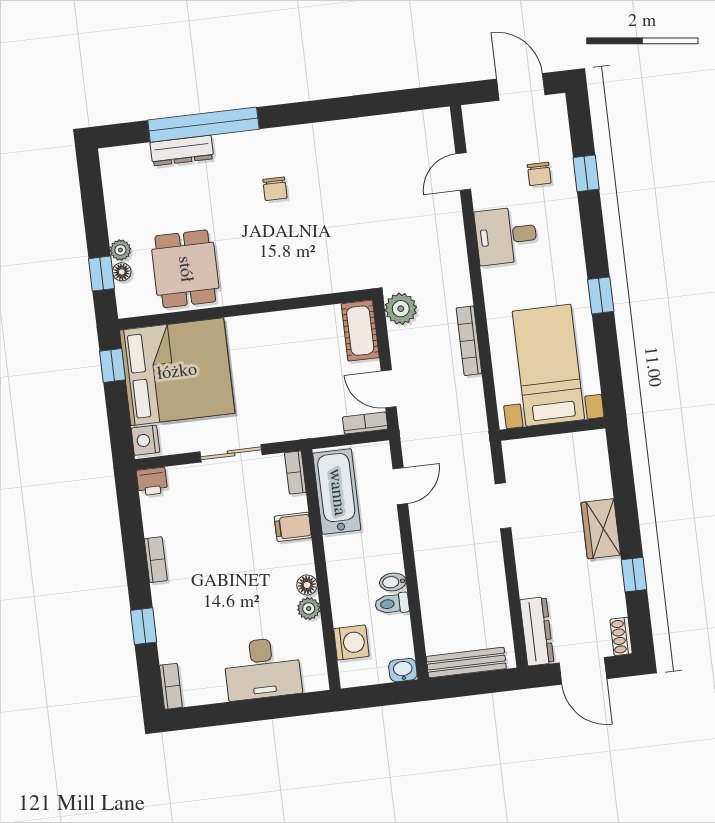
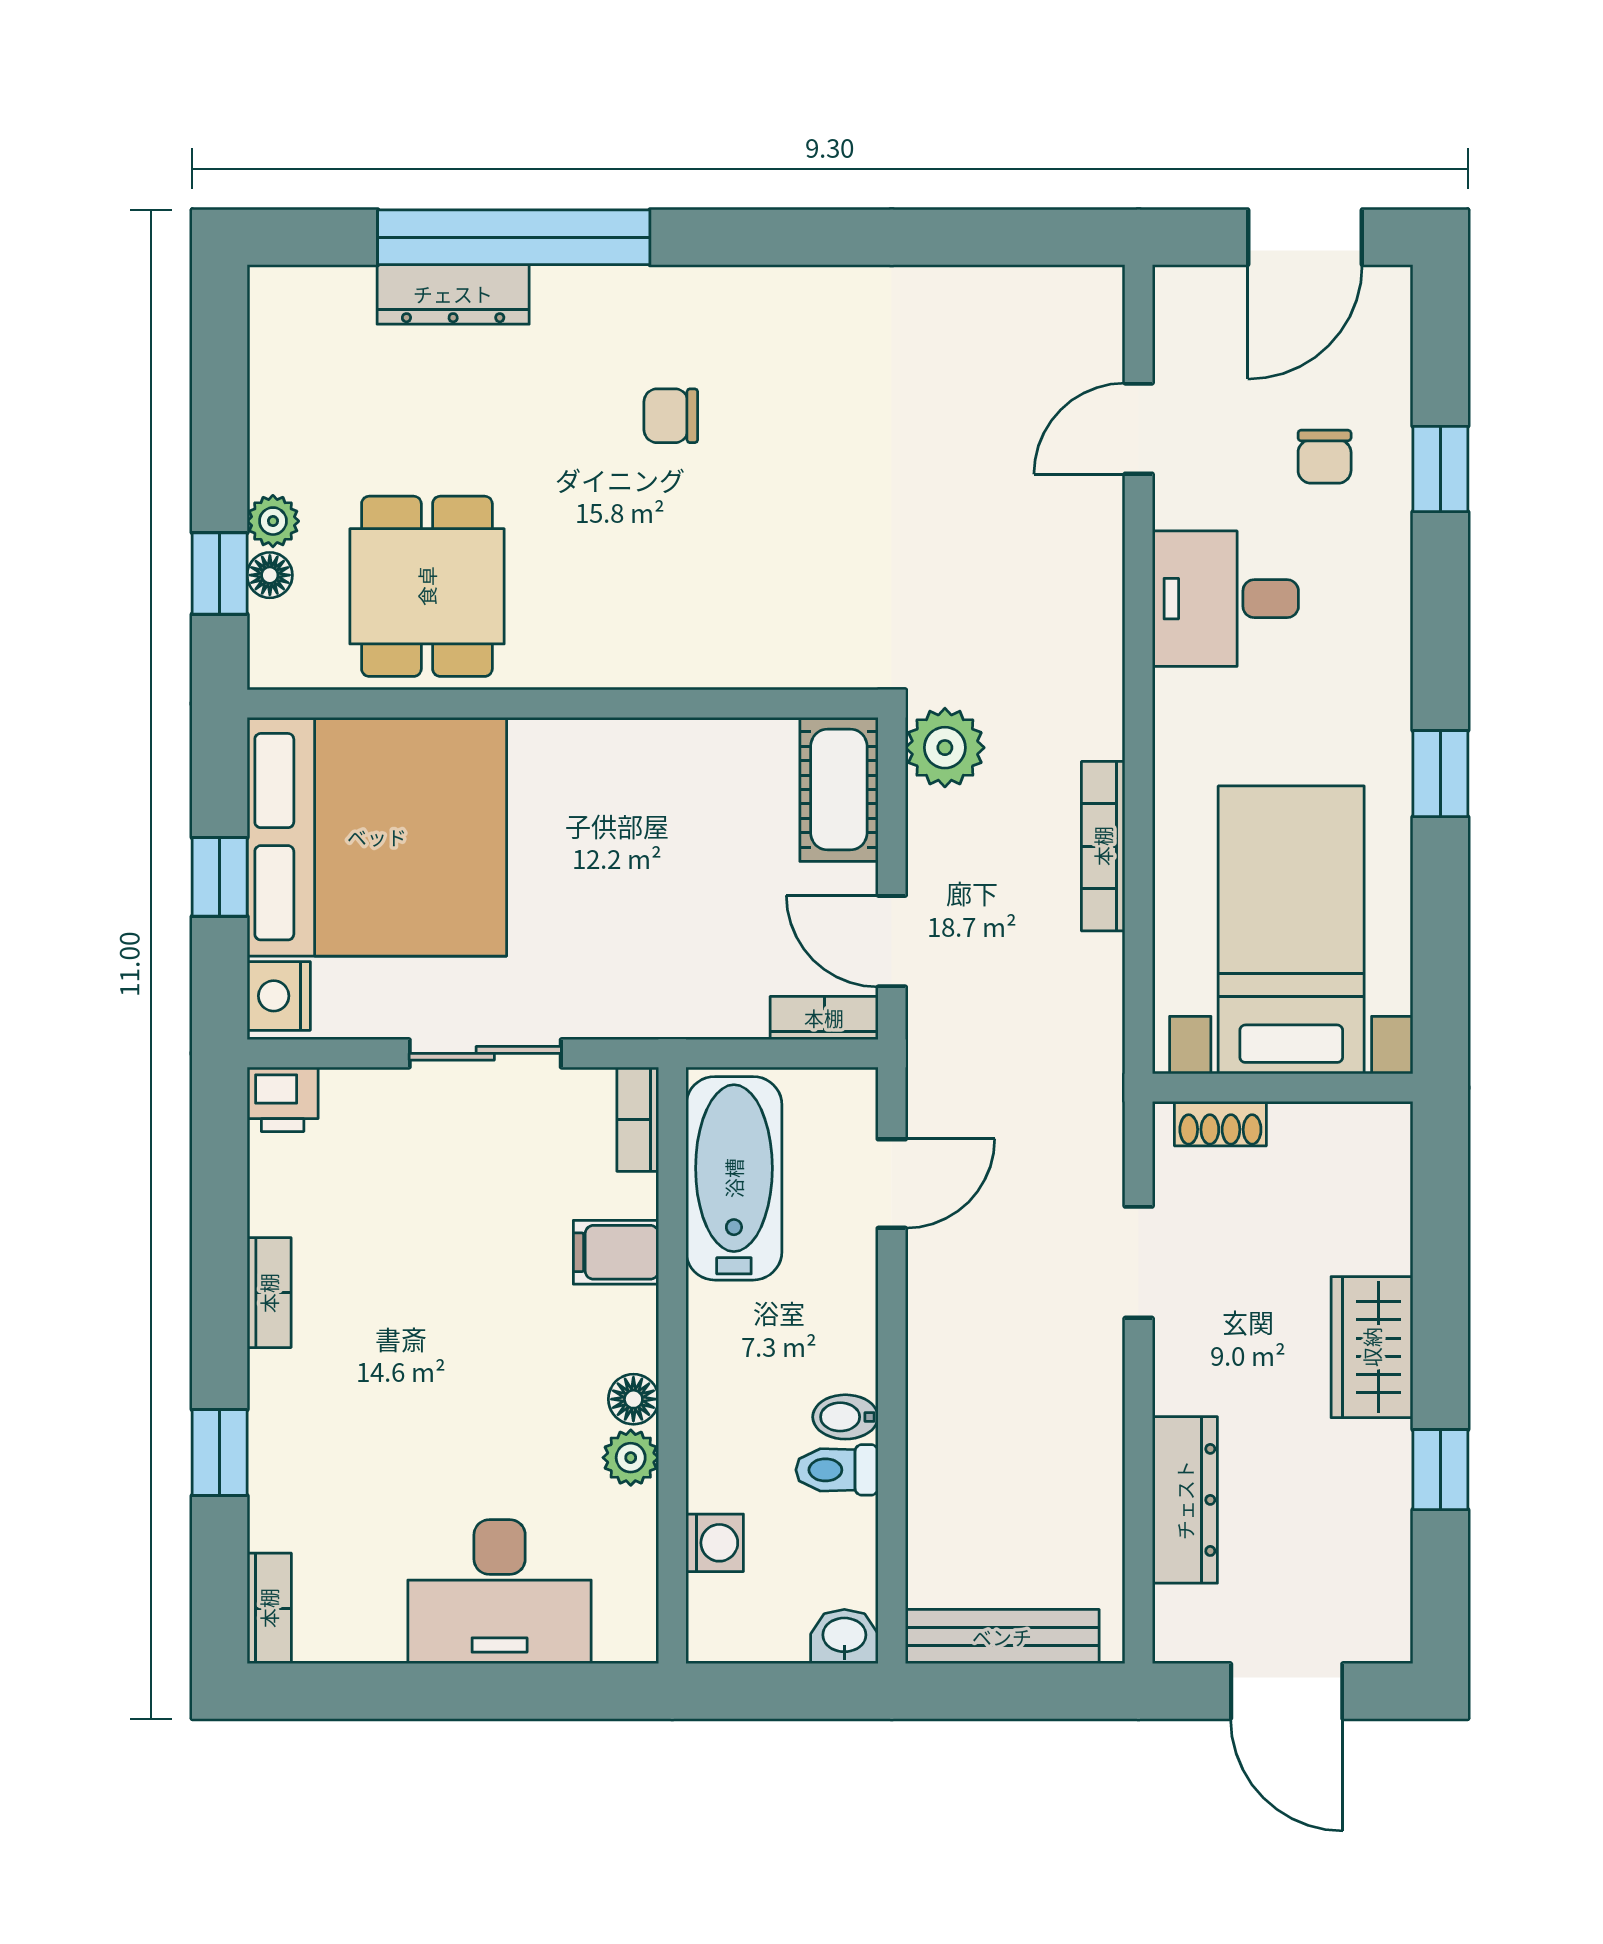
door: (521, 87) -> (1305, 237), swing flipped
chair: (275, 189) -> (671, 416), turned 90
window: (112, 365) -> (220, 877), moved
dresser: (537, 631) -> (1185, 1500), moved
shoe rack: (621, 636) -> (1220, 1124), moved, turned -90
washing machine: (351, 643) -> (715, 1543), width x0.73, depth x0.73

